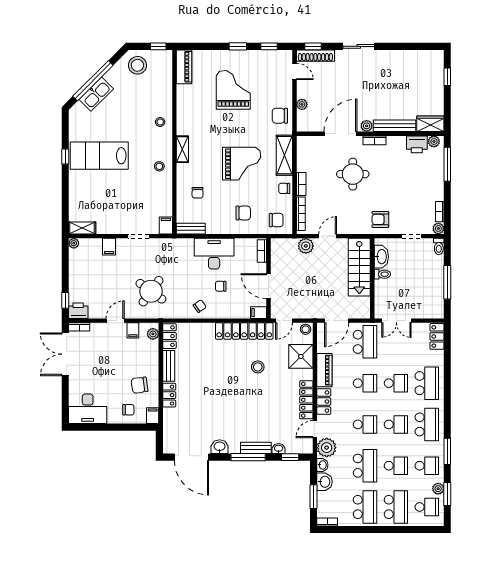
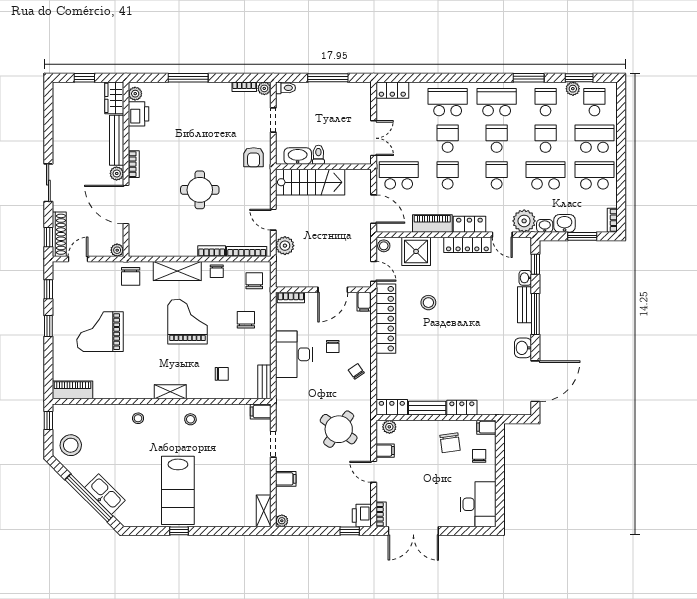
wardrobe: (430, 124) -> (114, 98), moved
plant: (367, 126) -> (117, 173), moved
bench: (395, 126) -> (117, 140), moved
door: (340, 134) -> (126, 205), moved
wall: (370, 134) -> (126, 169), moved
bookcase: (375, 140) -> (134, 164), moved
plant: (434, 141) -> (135, 94), moved
printer: (417, 144) -> (139, 114), moved

